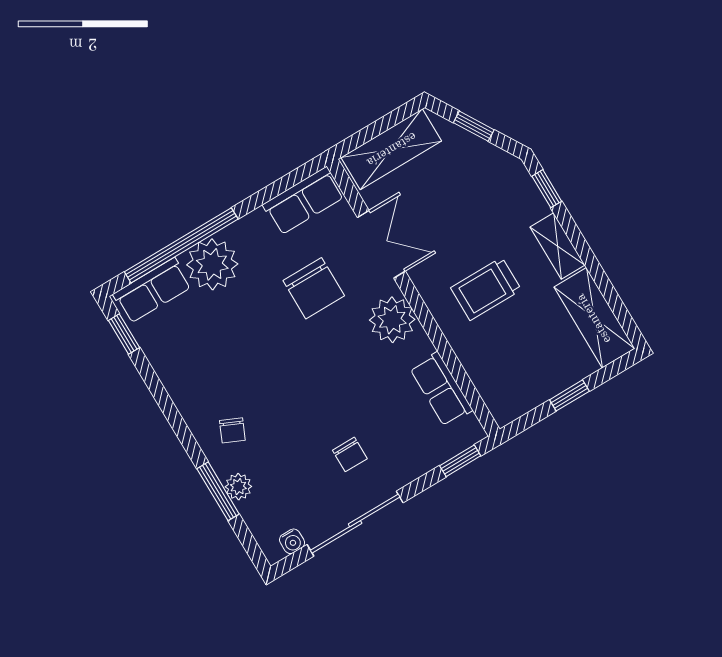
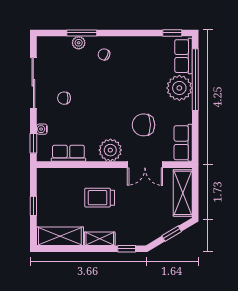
trolley: (486, 289) -> (100, 198), turned -90
water cooler: (292, 541) -> (42, 129), moved

